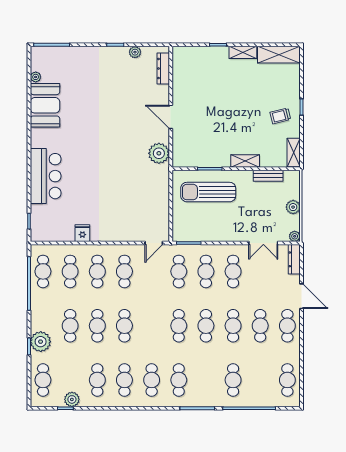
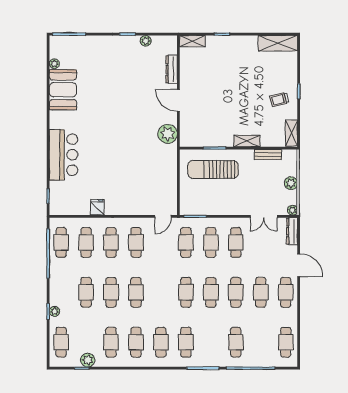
shelving: (243, 52) -> (192, 41), moved
dresser: (163, 69) -> (172, 69), moved
plant: (41, 342) -> (54, 311), width x0.53, depth x0.53

